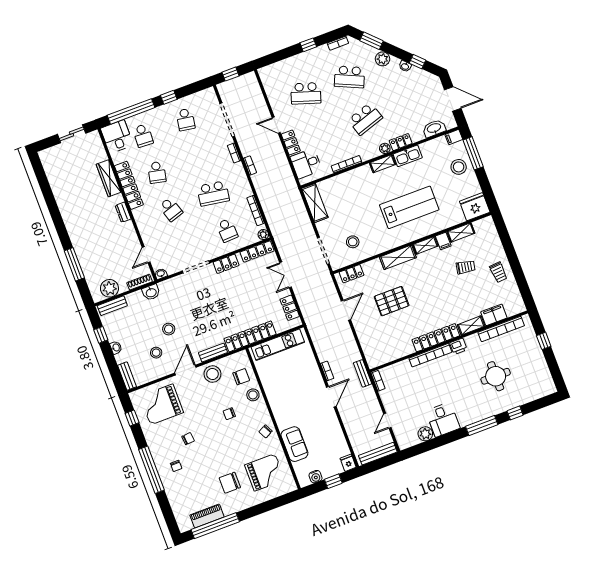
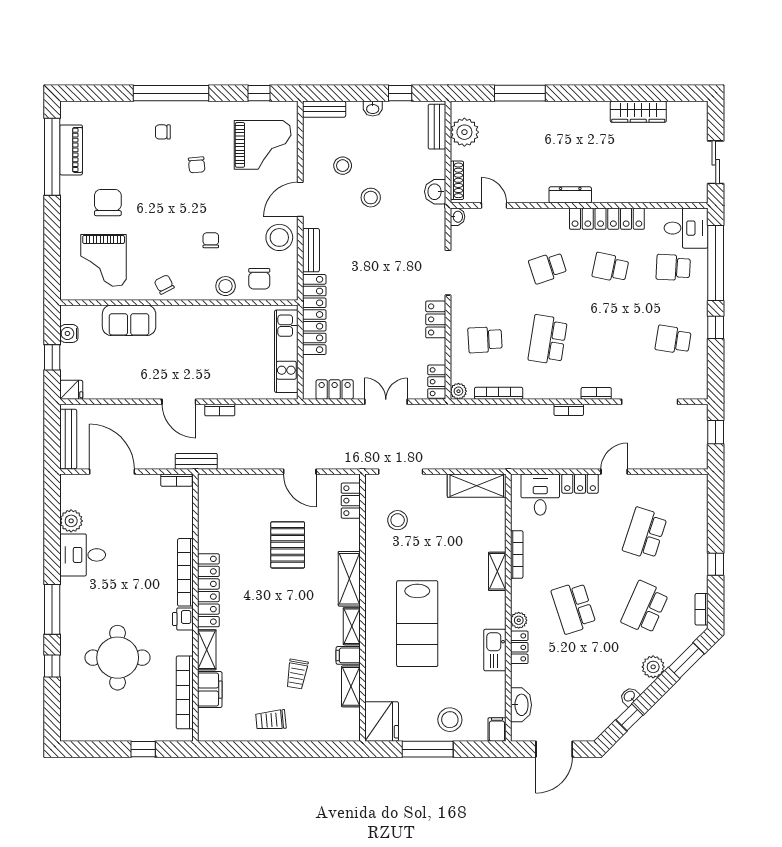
window: (473, 153) -> (428, 749), moved
shelving: (383, 164) -> (497, 571), moved
wardrobe: (109, 178) -> (638, 112), moved, turned 180
dresser: (123, 212) -> (570, 195), width x1.44
locker: (257, 251) -> (437, 382), width x0.66
door: (185, 370) -> (300, 199), swing flipped
round table: (496, 376) -> (118, 658), width x1.36, depth x1.36
grand piano: (162, 404) -> (263, 145), turned 90
door: (387, 421) -> (112, 472), width x1.87

